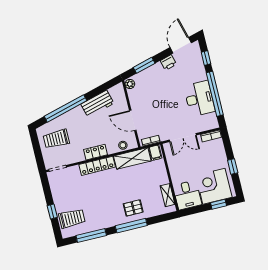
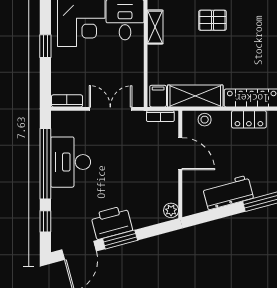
printer: (168, 62) -> (112, 222), width x1.87, depth x1.48
window: (144, 65) -> (120, 239), moved

